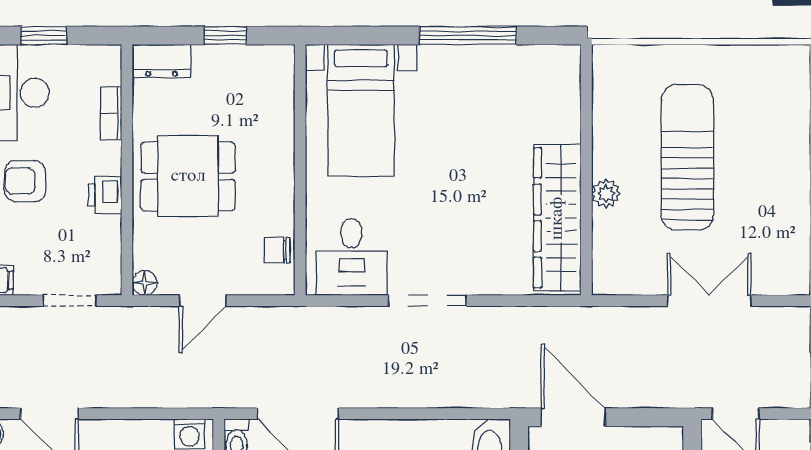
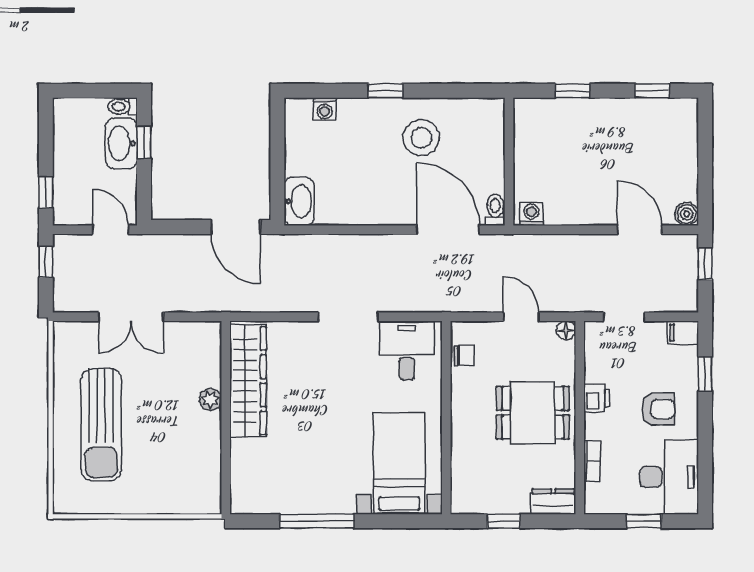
sun lounger: (687, 157) -> (101, 425), moved
door: (203, 301) -> (521, 317), hinge flipped

